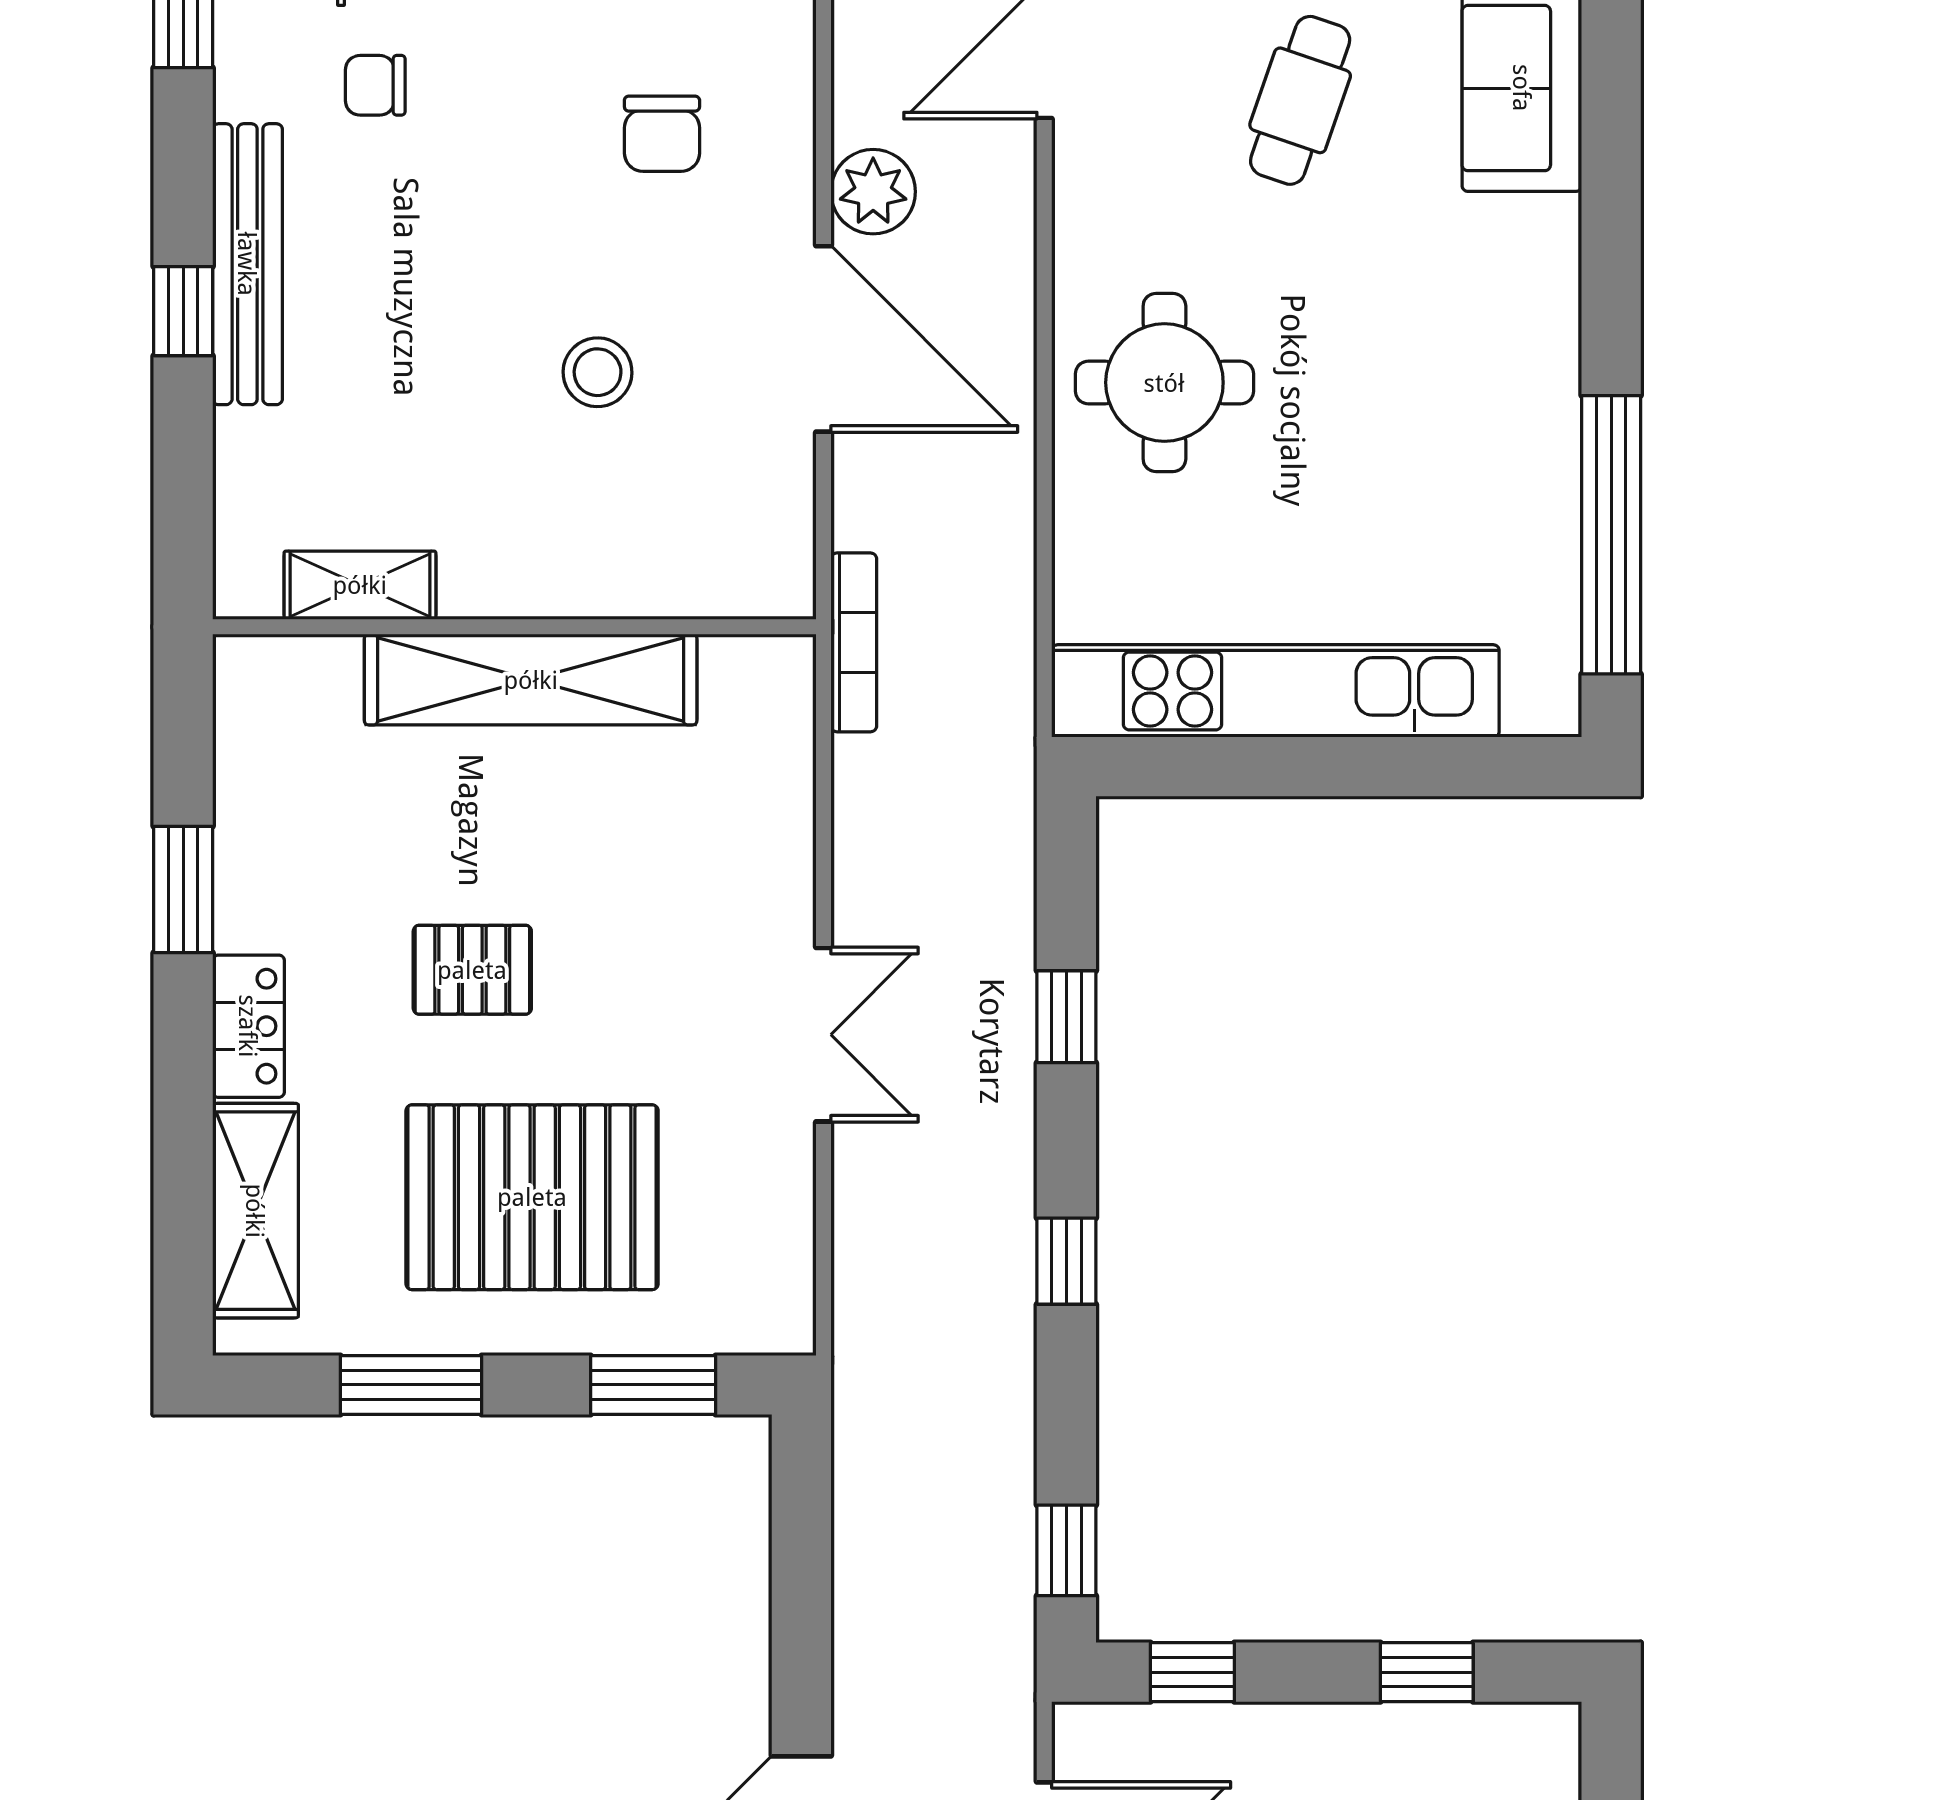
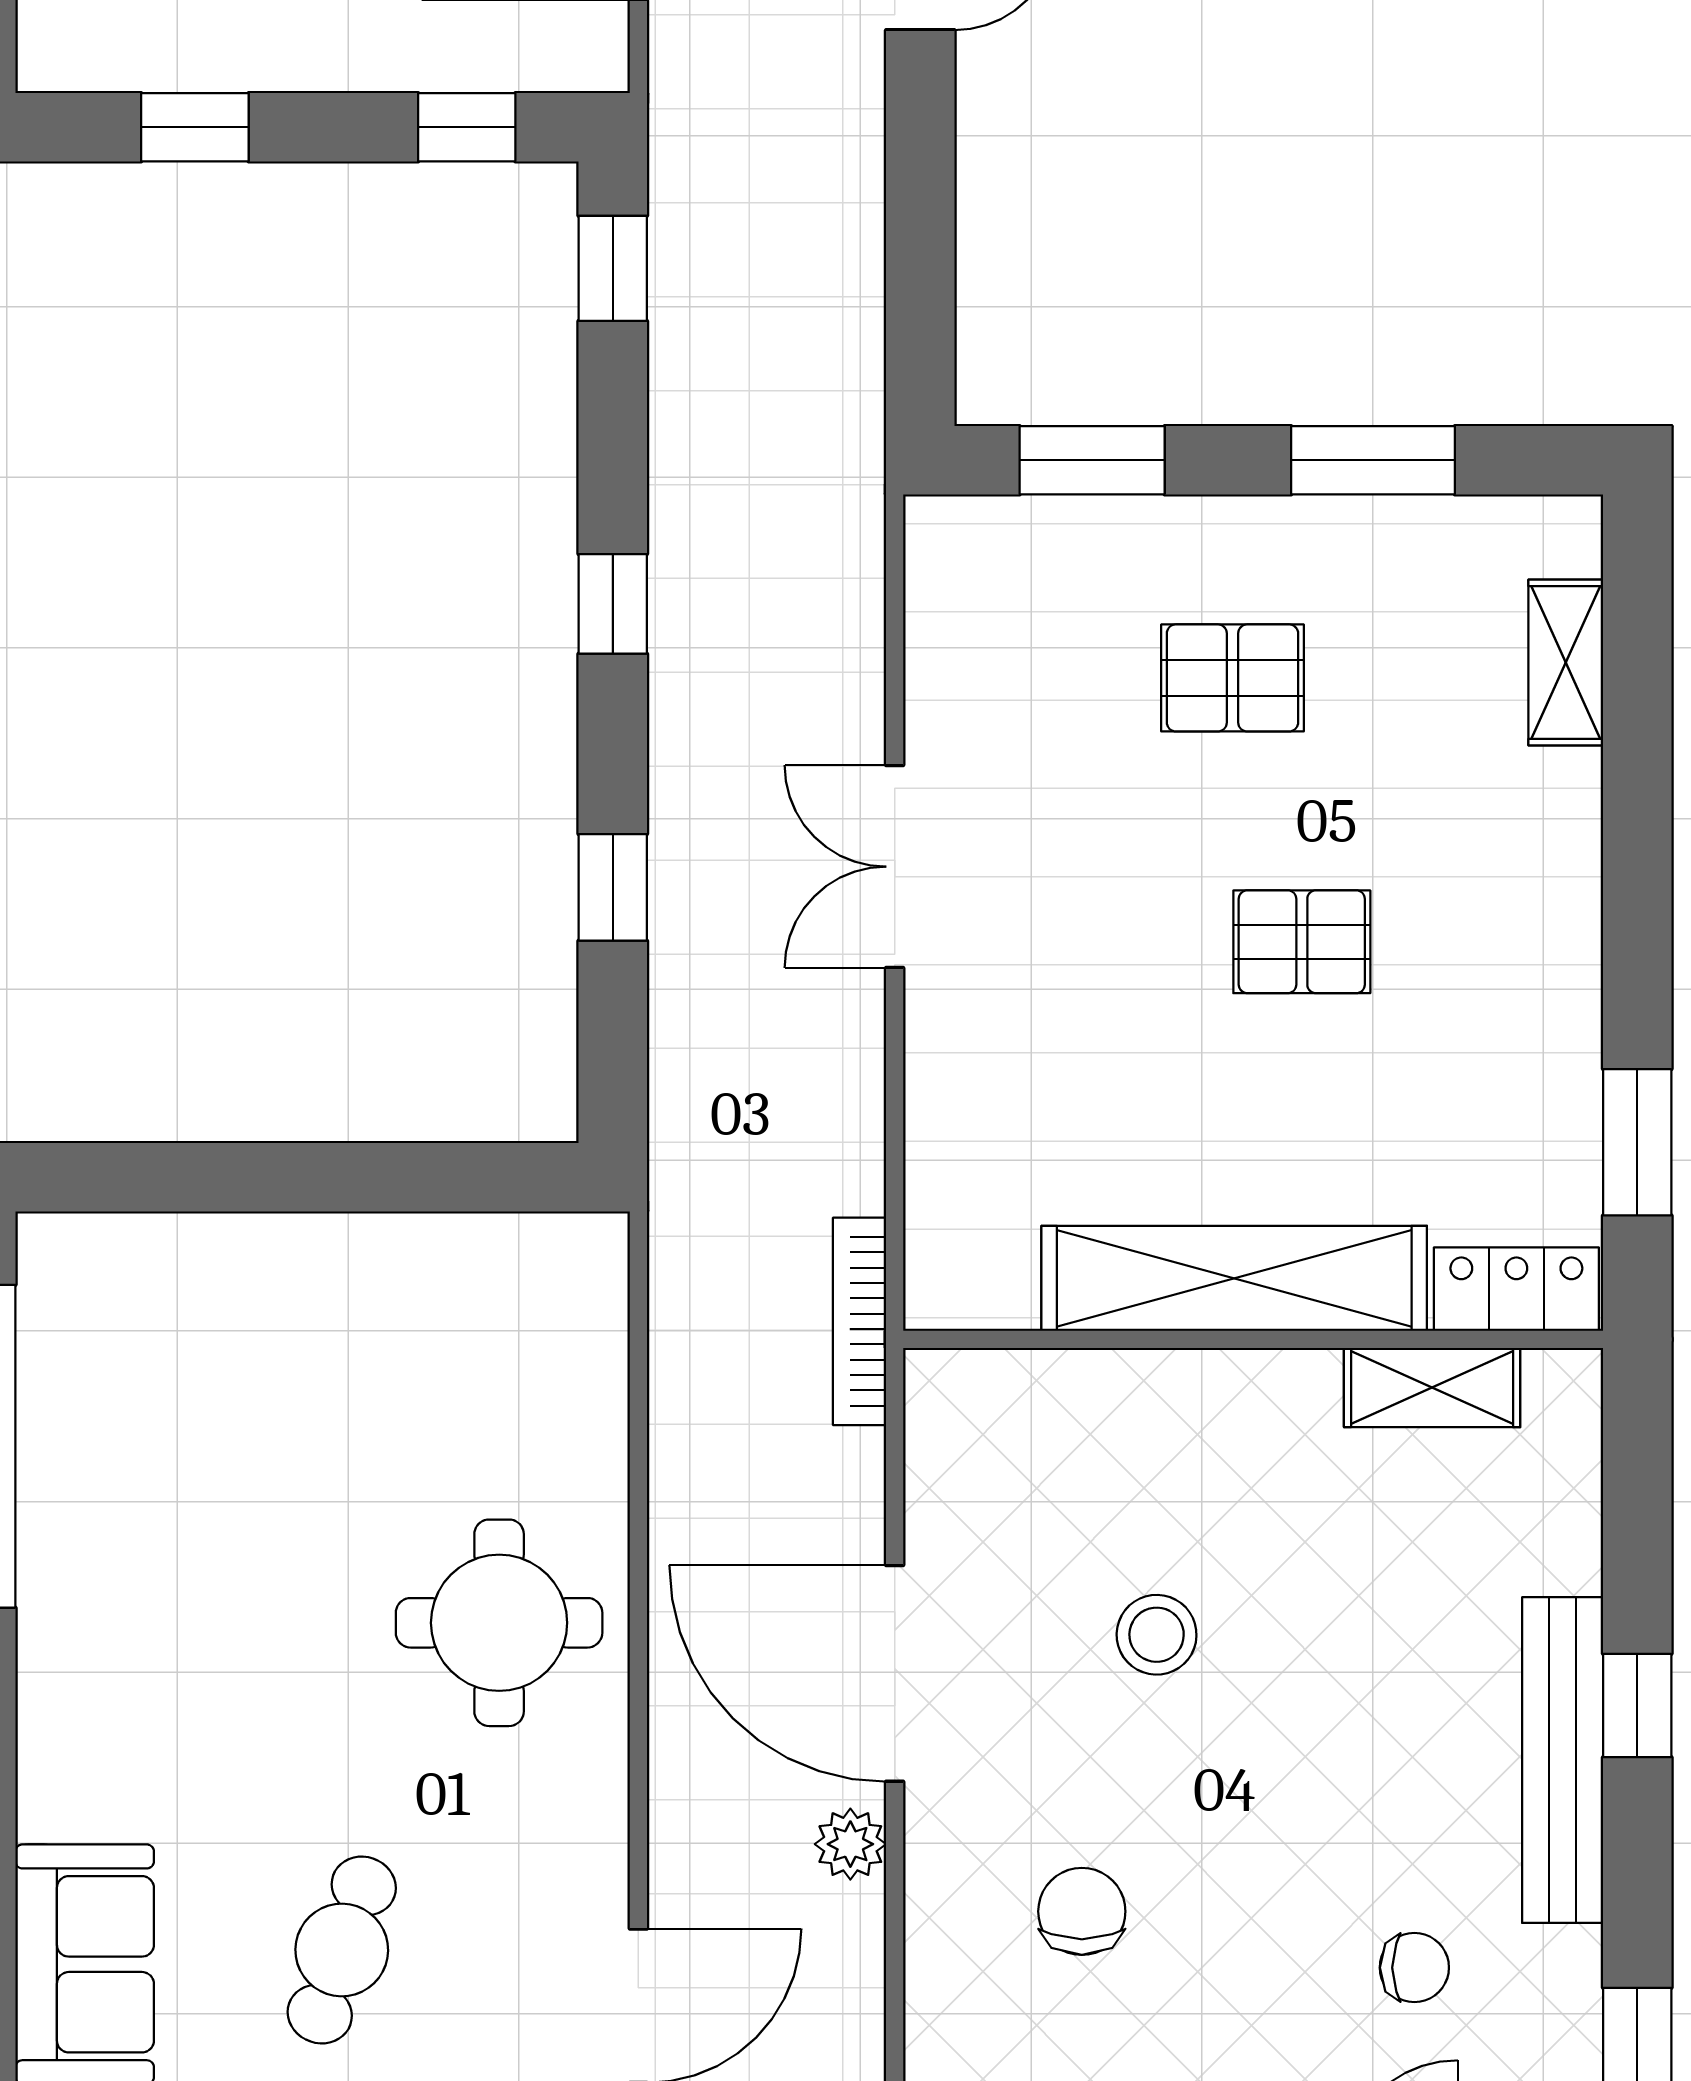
plant: (873, 192) -> (850, 1844), width x0.73, depth x0.73
kitchen unit: (1275, 691) -> (370, 1265), removed
window: (183, 889) -> (1637, 1142), moved
locker: (248, 1026) -> (1516, 1289), moved, turned 90
pallet: (532, 1197) -> (1232, 678), width x0.49, depth x0.50
shelving: (255, 1211) -> (1566, 662), width x0.67, depth x0.75

